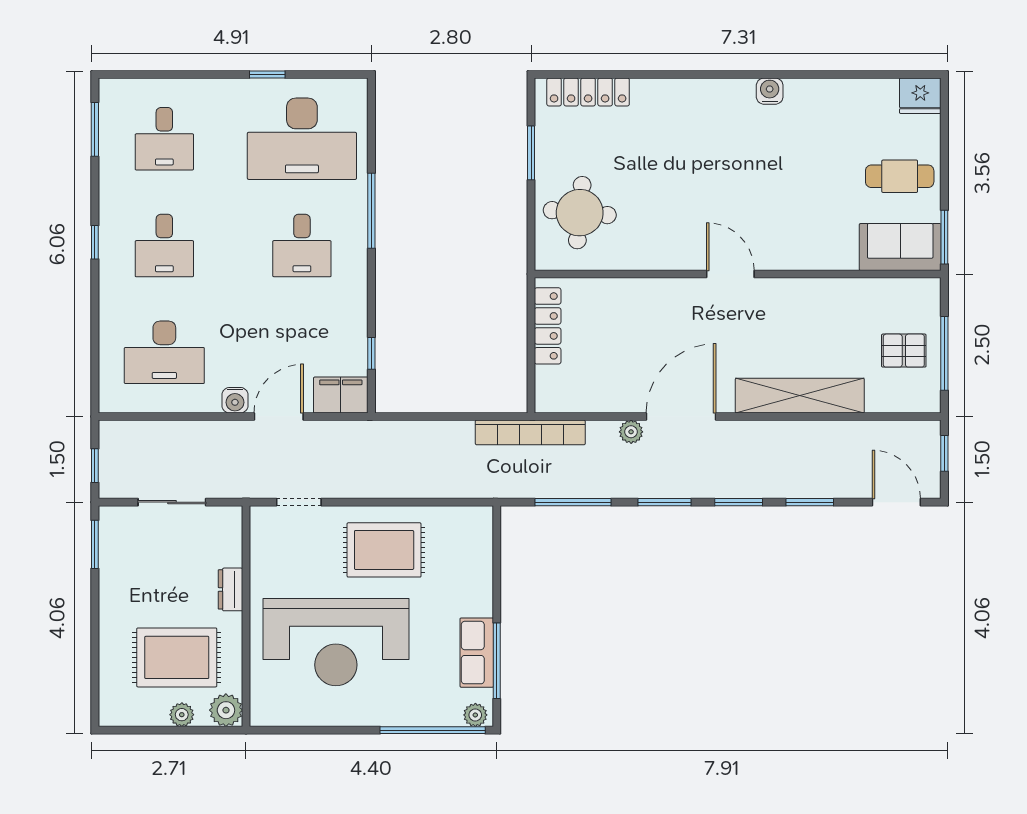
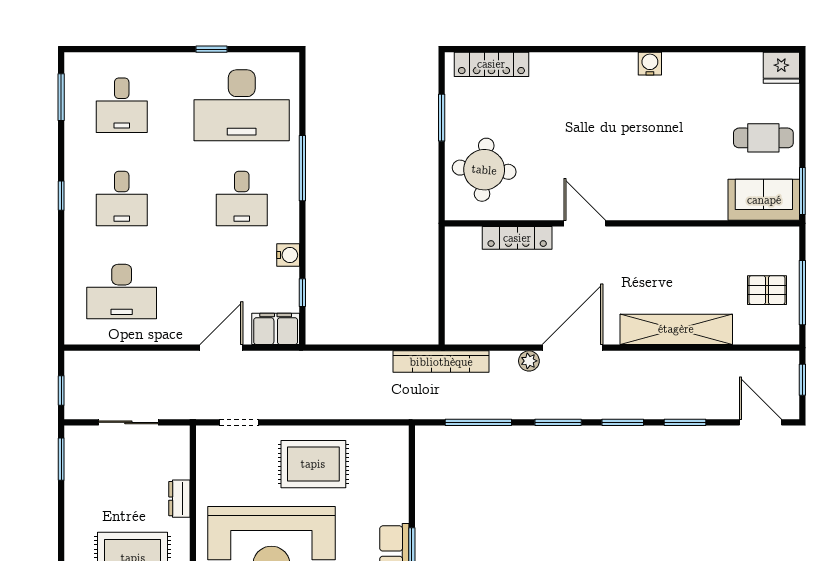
door: (730, 274) -> (585, 223), moved
locker: (548, 326) -> (517, 238), moved, turned 90
water cooler: (235, 400) -> (288, 255), moved, turned -90

